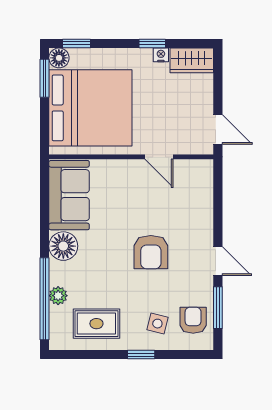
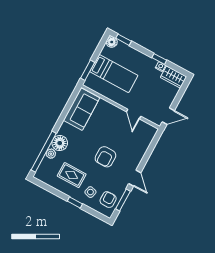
window: (45, 78) -> (88, 70), moved
bed: (90, 108) -> (114, 74), width x0.49
door: (218, 130) -> (168, 116), hinge flipped
floor lamp: (63, 246) -> (60, 143), moved
rug: (96, 324) -> (72, 175), moved

